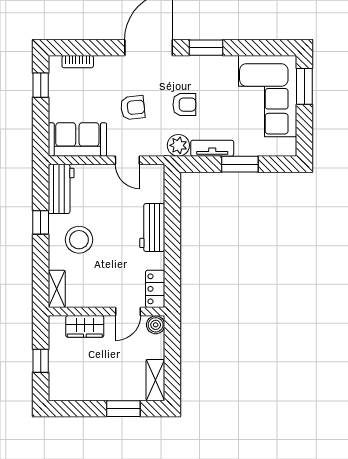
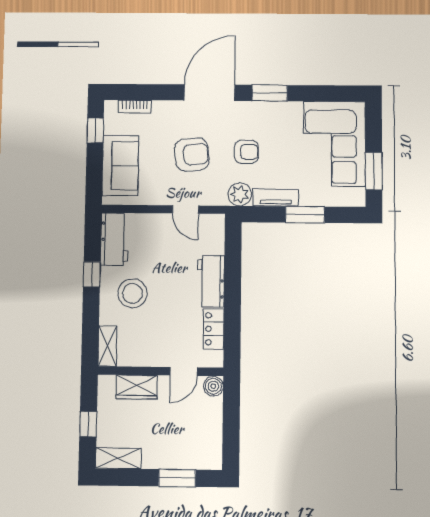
window: (304, 86) -> (374, 171), moved
armchair: (133, 108) -> (192, 155), width x1.38, depth x1.38
sofa: (77, 139) -> (120, 166), moved, turned 90
locker: (155, 289) -> (214, 329), moved
shelving: (155, 380) -> (118, 458), moved, turned 90

